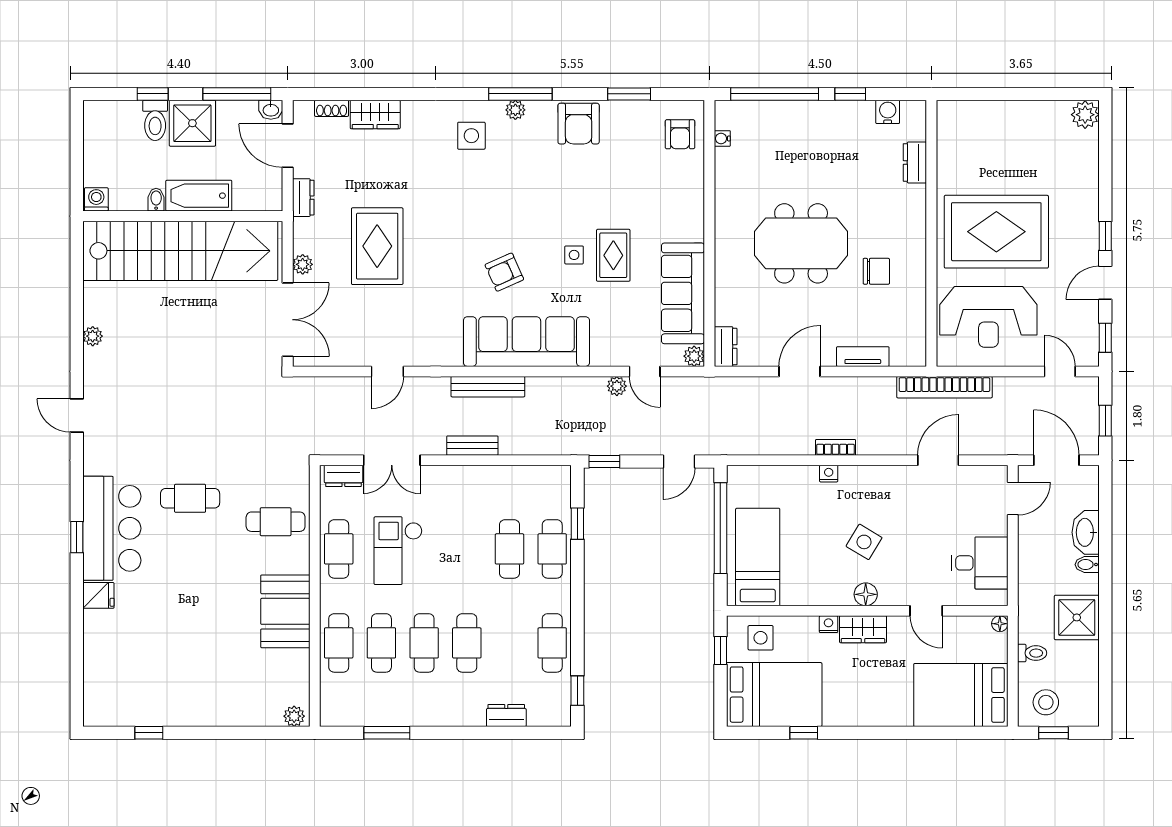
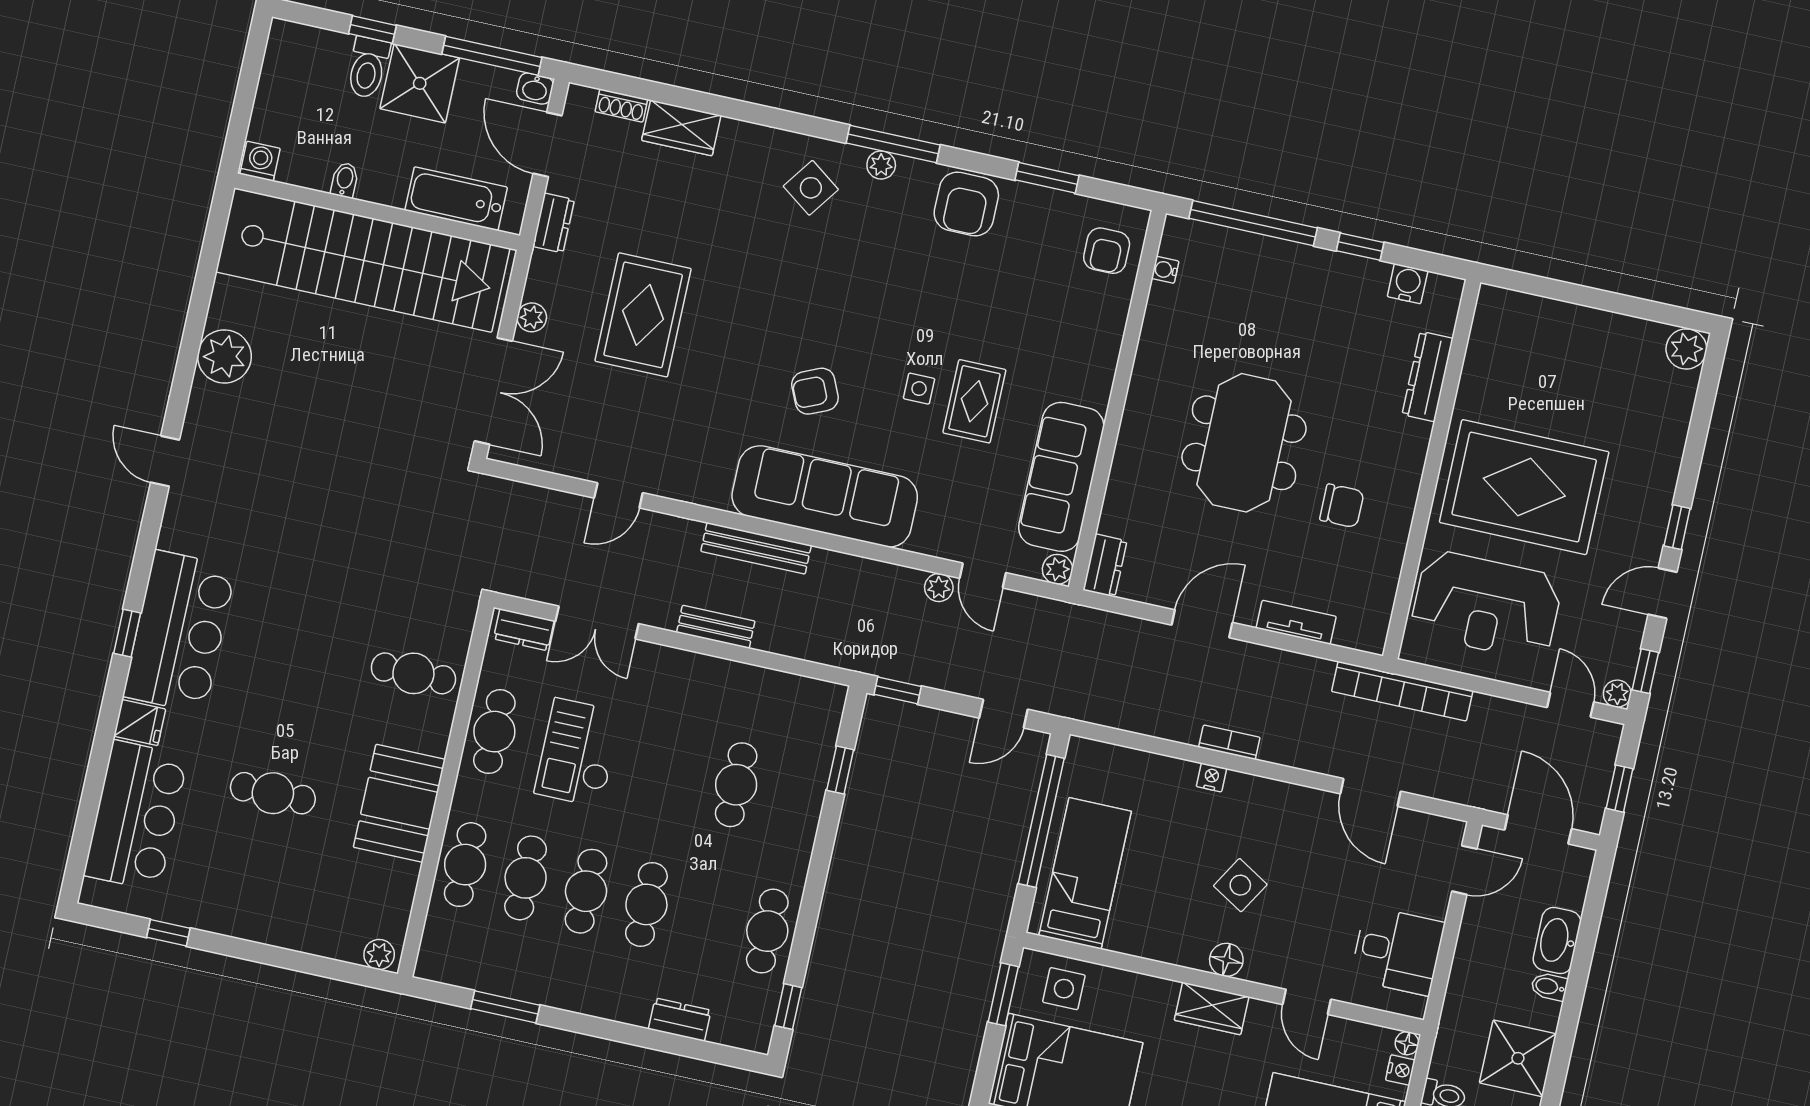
side table: (471, 136) -> (811, 188), turned 36
dresser: (915, 162) -> (1428, 376), width x1.44
bathtub: (199, 196) -> (456, 199), moved
meeting table: (801, 243) -> (1244, 443), turned 90
plant: (93, 336) -> (224, 356), width x1.87, depth x1.87
plant: (1090, 357) -> (1617, 694), added
door: (938, 460) -> (1370, 793), swing flipped
cafe table: (190, 498) -> (273, 793), moved
cafe table: (552, 549) -> (797, 798), removed
nightstand: (829, 624) -> (1400, 1070), moved, turned 90
window: (720, 651) -> (1003, 994), width x1.50
bar counter: (110, 659) -> (136, 816), added

